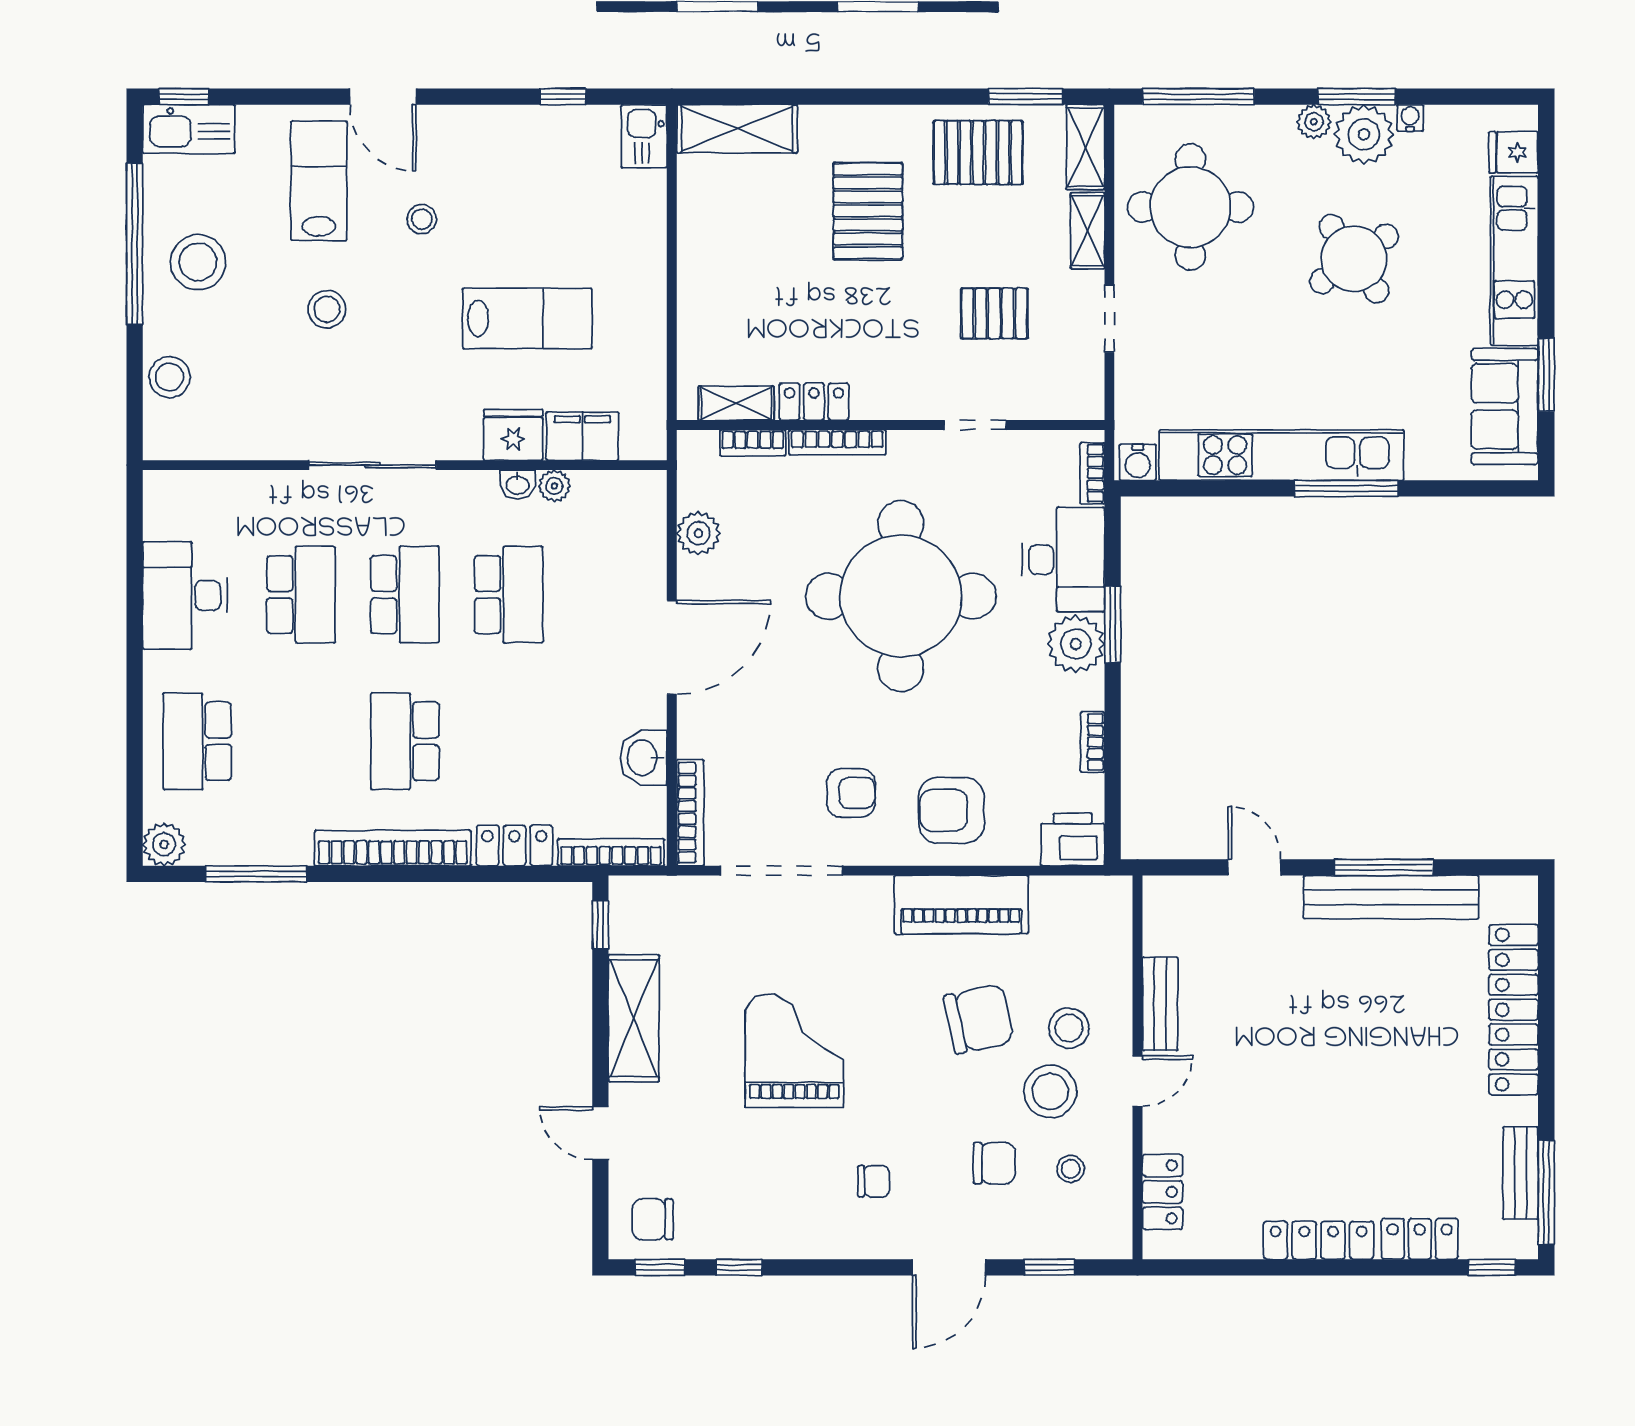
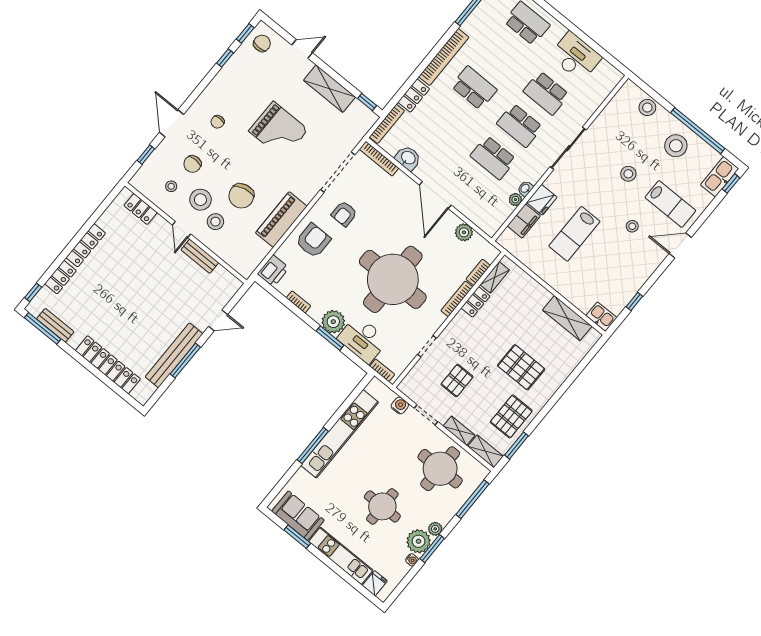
shelving: (737, 129) -> (567, 318), moved, turned 90
round table: (1354, 259) -> (382, 506), turned 35
water cooler: (1138, 462) -> (400, 406), moved, turned 90

